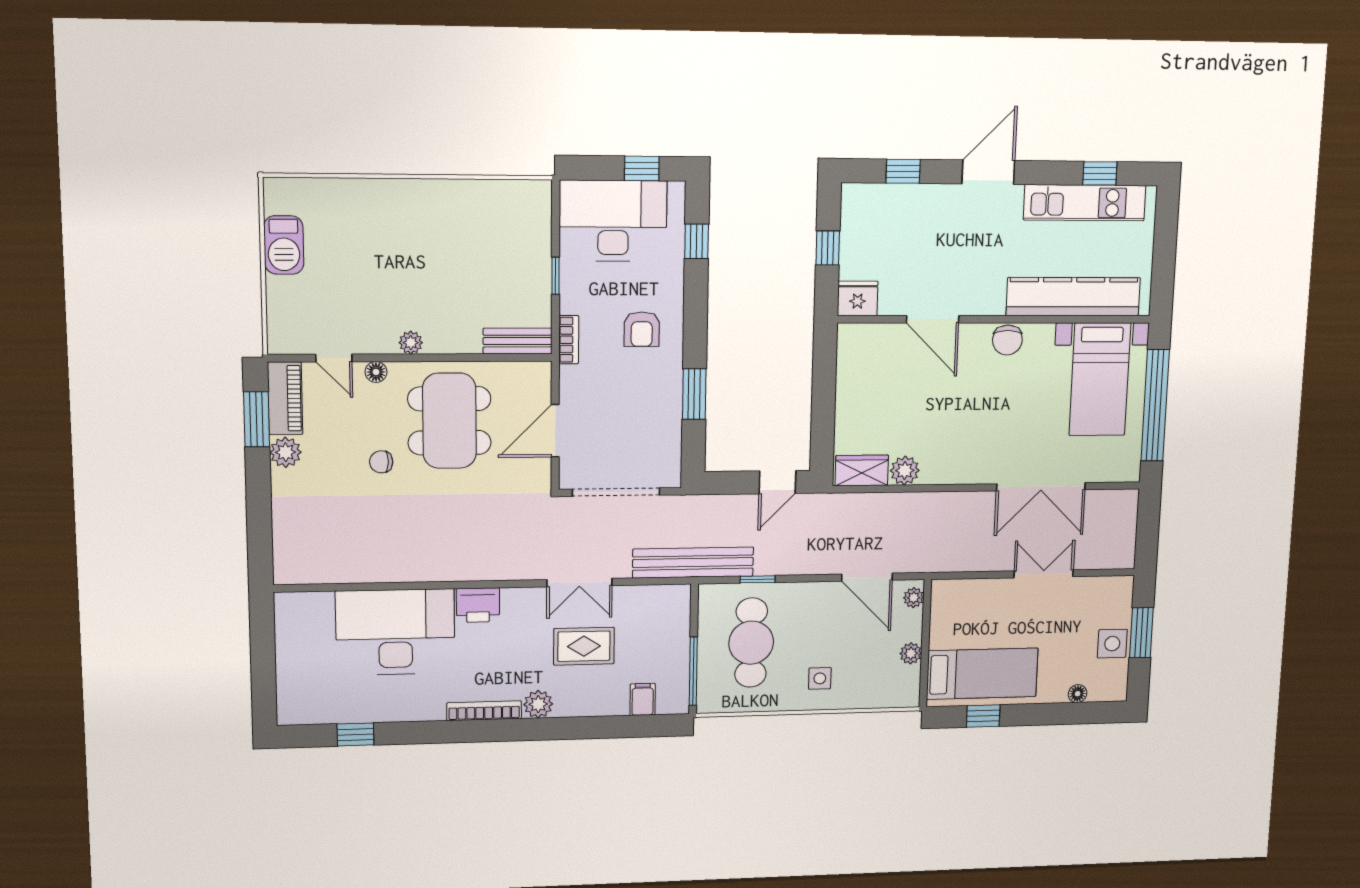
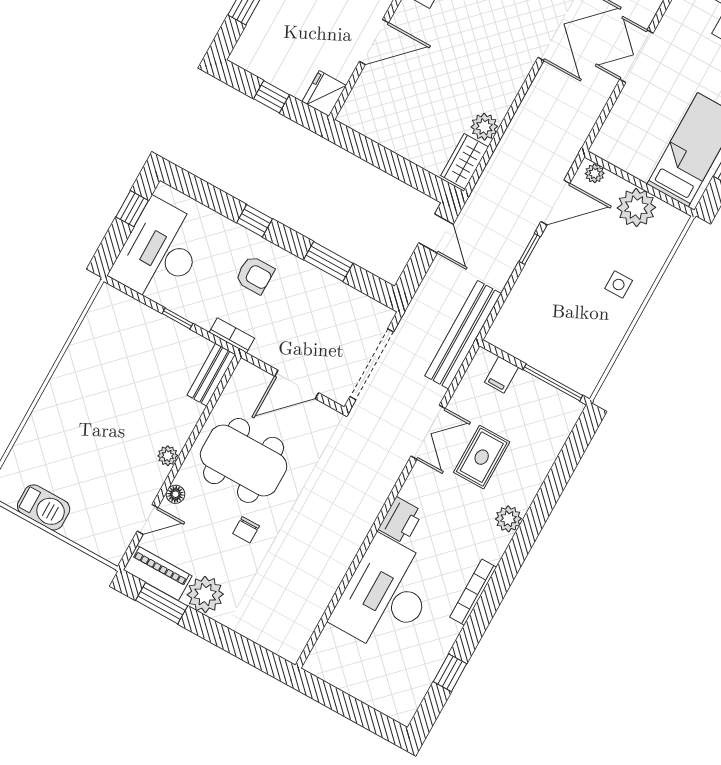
window: (697, 241) -> (254, 221), moved
door: (555, 431) -> (297, 385), hinge flipped
plant: (286, 452) -> (205, 595), width x1.36, depth x1.36
window: (758, 579) -> (530, 249), moved
cafe table: (751, 643) -> (556, 324), removed
plant: (911, 653) -> (636, 208), width x1.88, depth x1.88
filing cabinet: (643, 699) -> (501, 375), moved, turned -90
bookcase: (484, 711) -> (473, 592), moved

